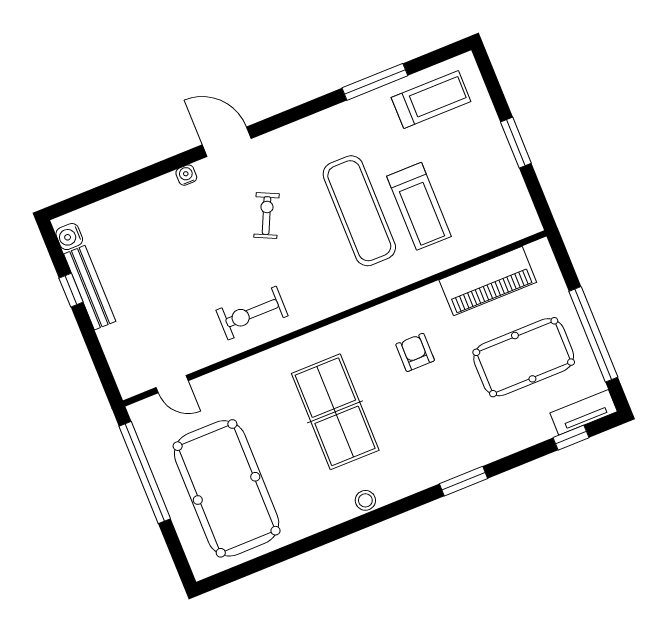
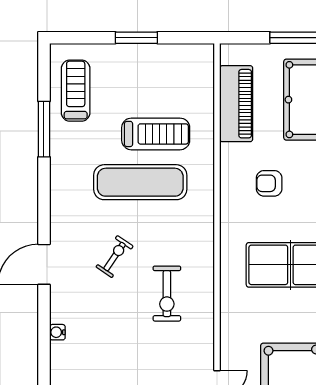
water cooler: (186, 175) -> (57, 332), moved
exercise bike: (267, 216) -> (115, 257), turned 99
exercise bike: (252, 313) -> (167, 294), moved

